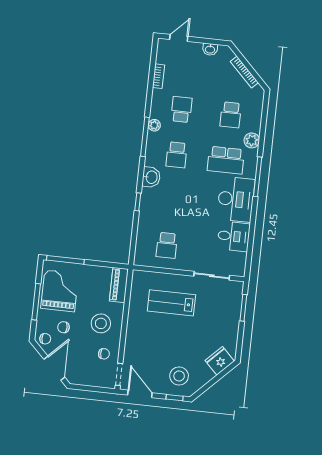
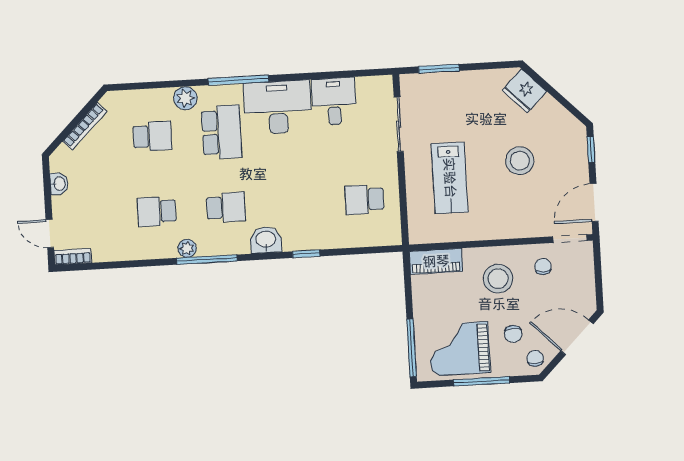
bookcase: (158, 76) -> (73, 257), moved
school desk: (167, 245) -> (364, 199), turned 180
stool: (179, 376) -> (520, 161), moved

